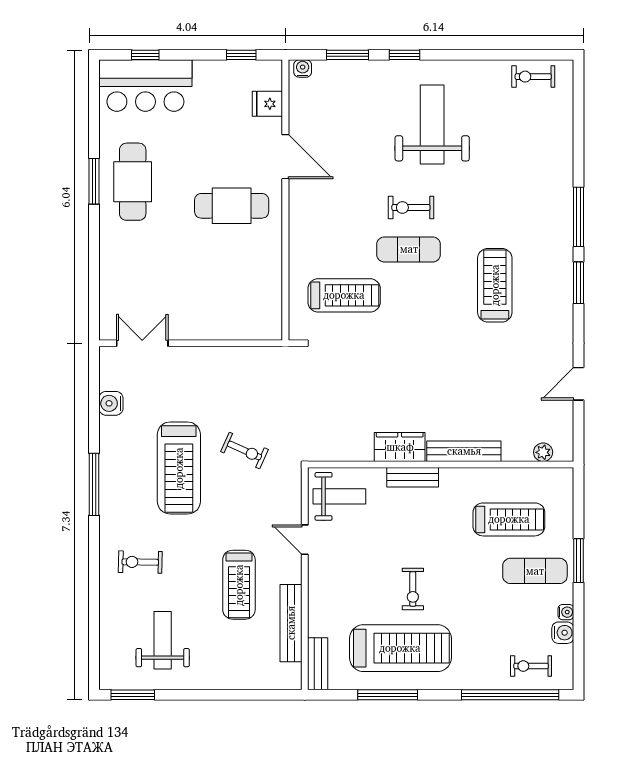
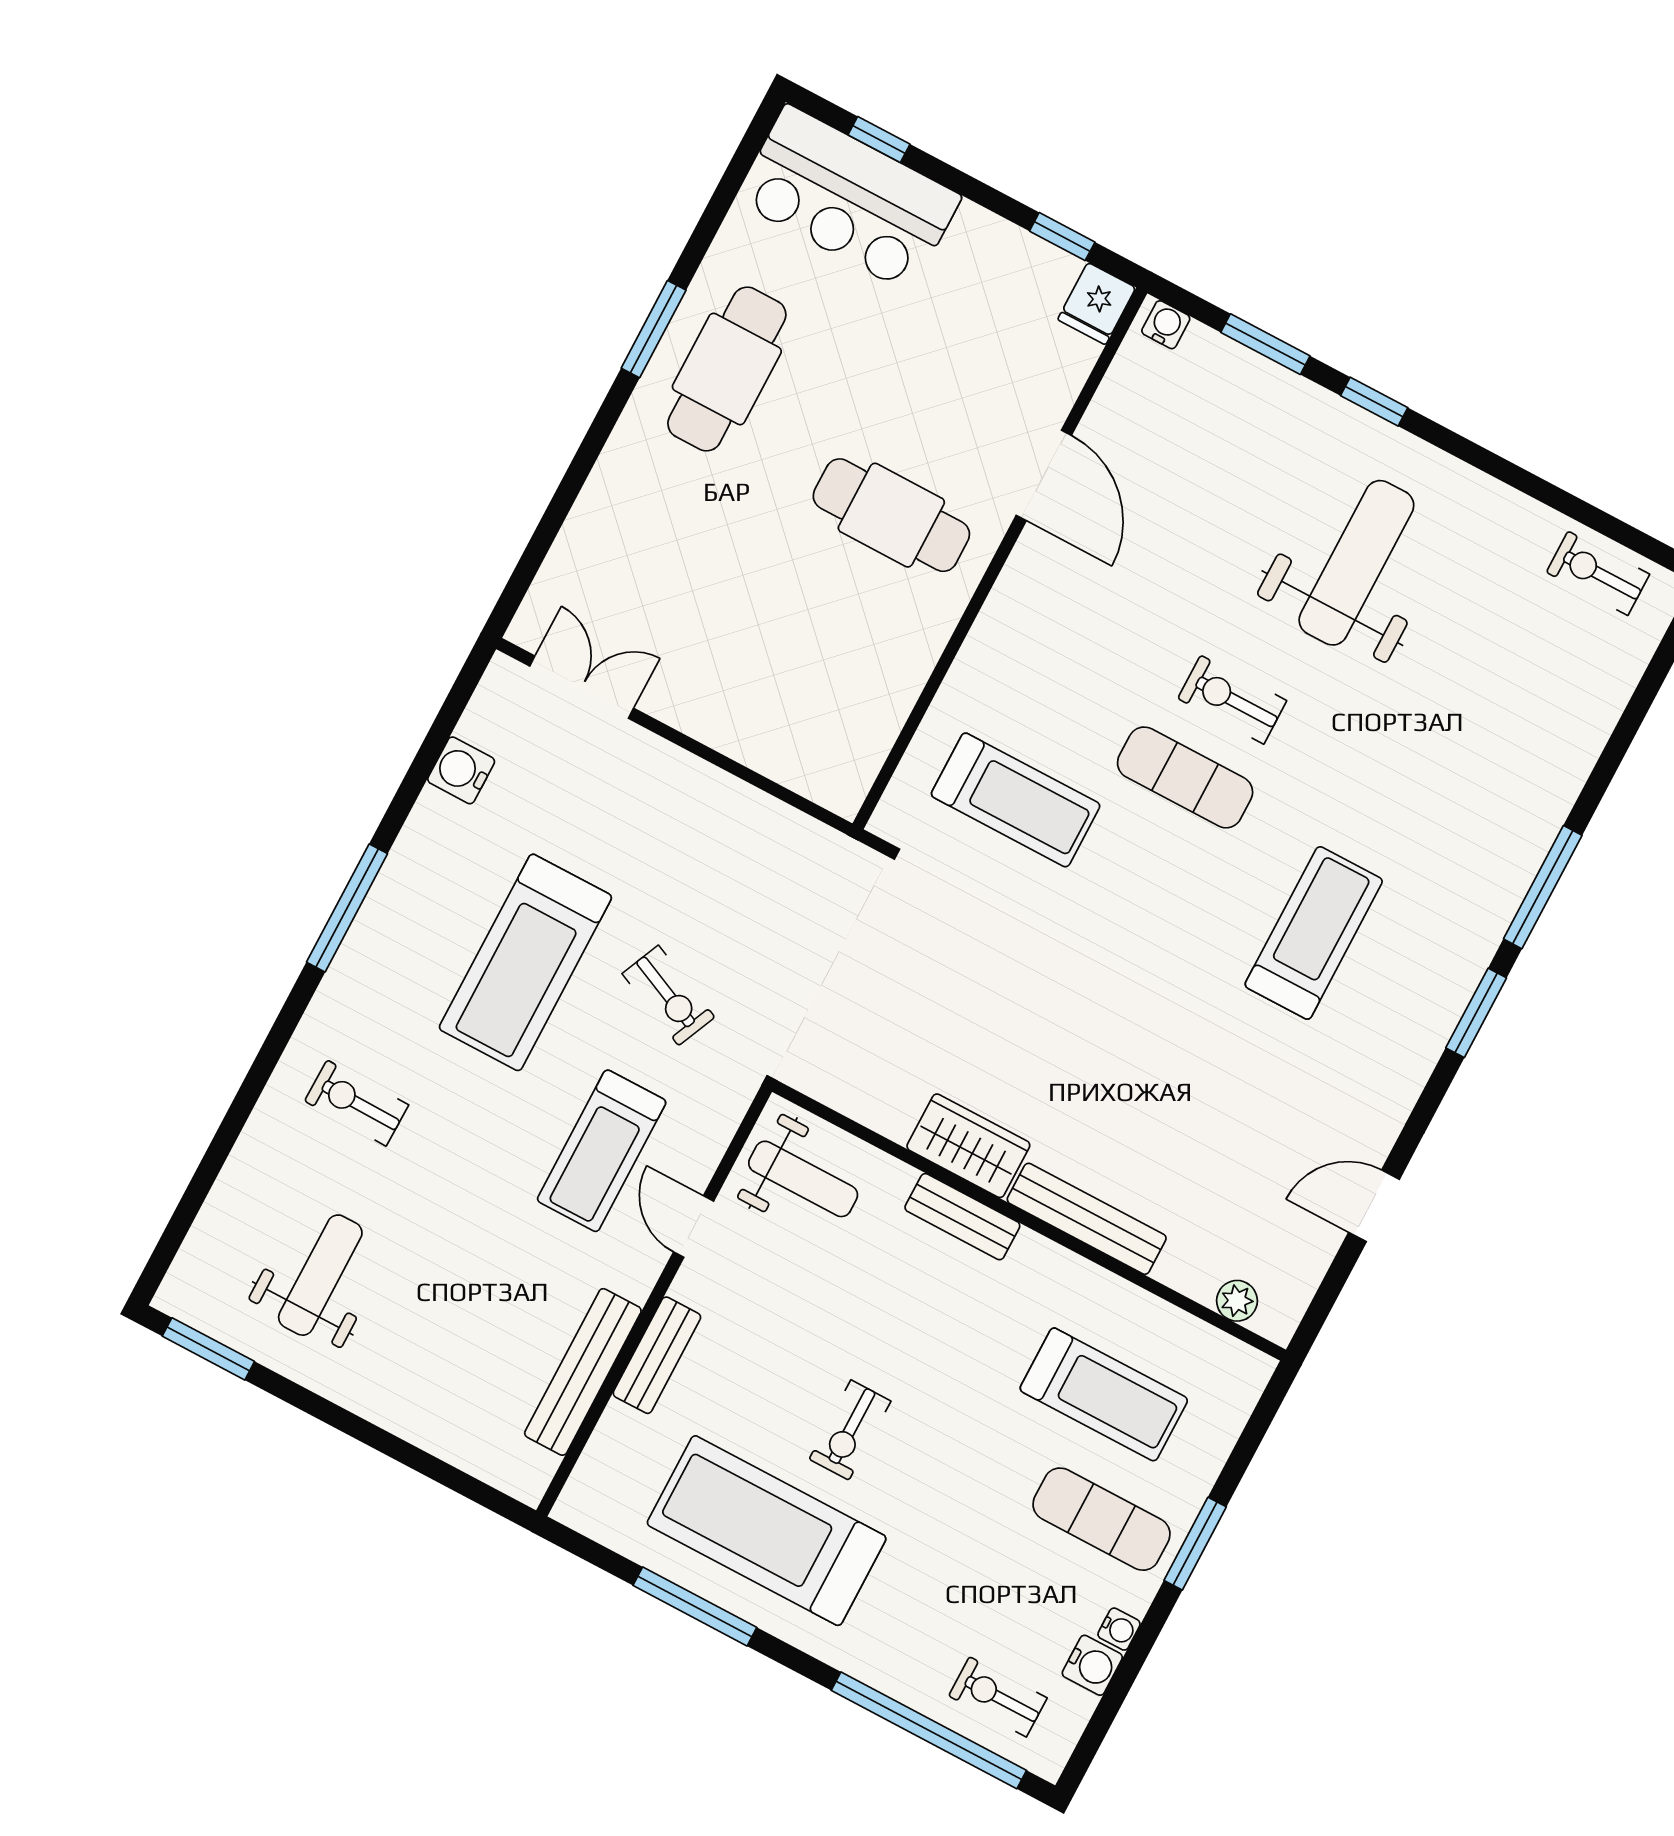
fridge: (267, 104) -> (1097, 304), moved, turned -90
treadmill: (239, 585) -> (602, 1151), moved
treadmill: (400, 648) -> (767, 1531), turned 180
bench: (318, 664) -> (657, 1355), moved

